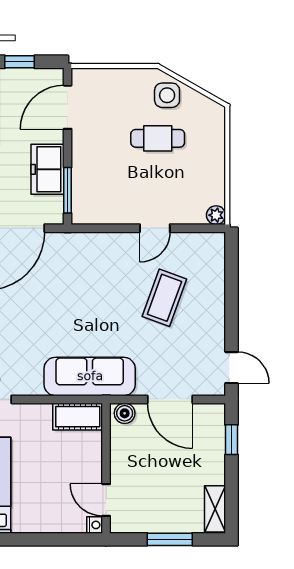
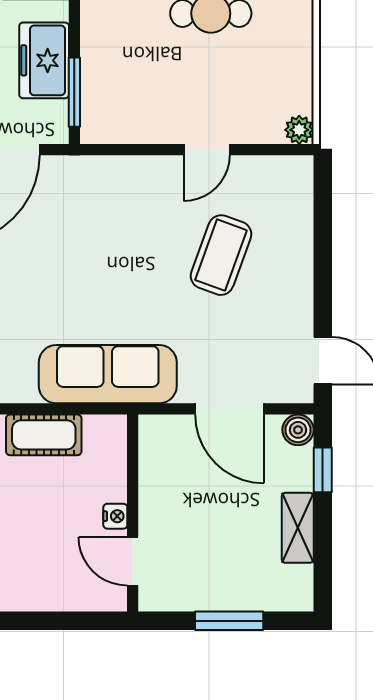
boiler: (125, 413) -> (298, 430), moved
cot: (78, 417) -> (44, 435), moved
shelving: (215, 509) -> (298, 528), moved
nightstand: (95, 525) -> (115, 516), moved

